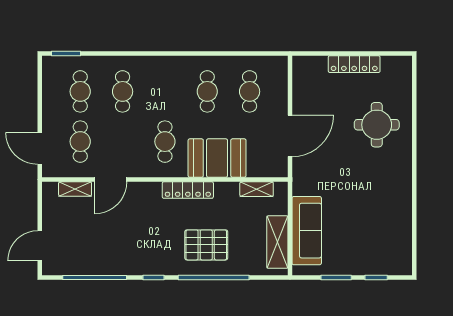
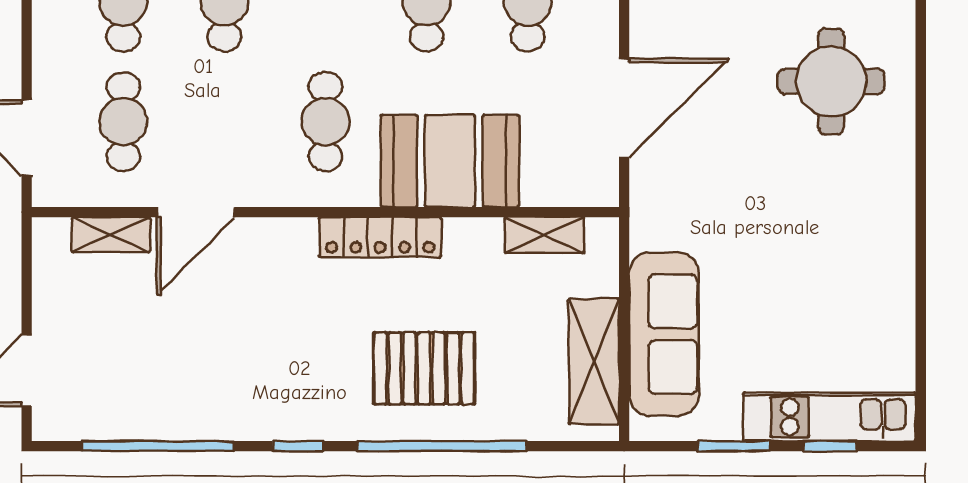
kitchen unit: (376, 265) -> (829, 417), added

